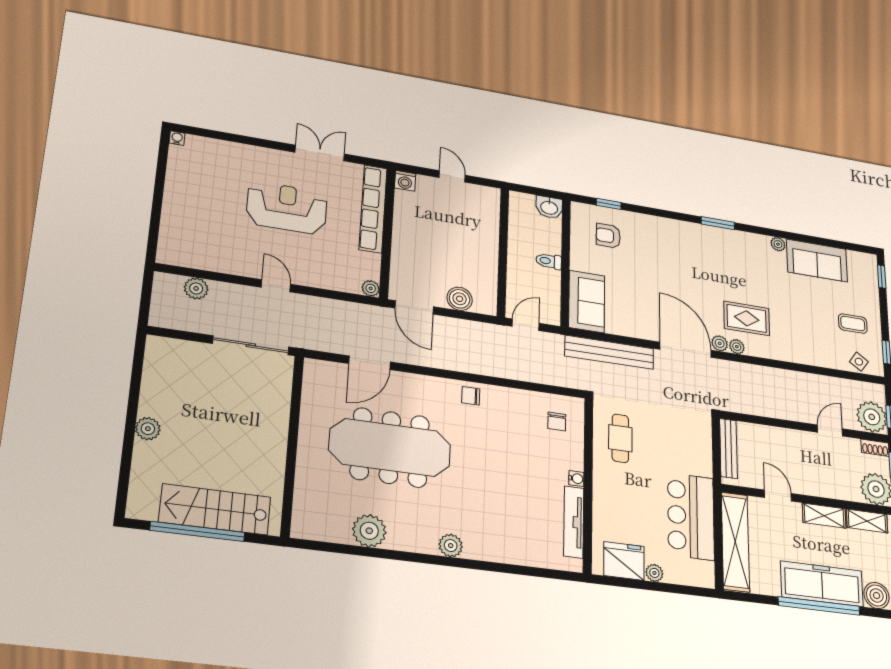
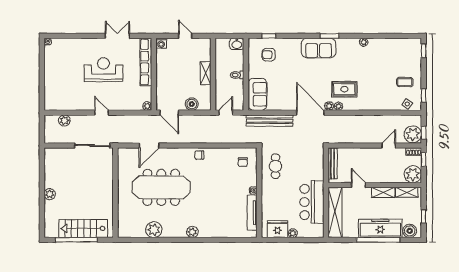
shelving: (489, 248) -> (206, 73), added
sofa: (817, 261) -> (319, 48), moved

